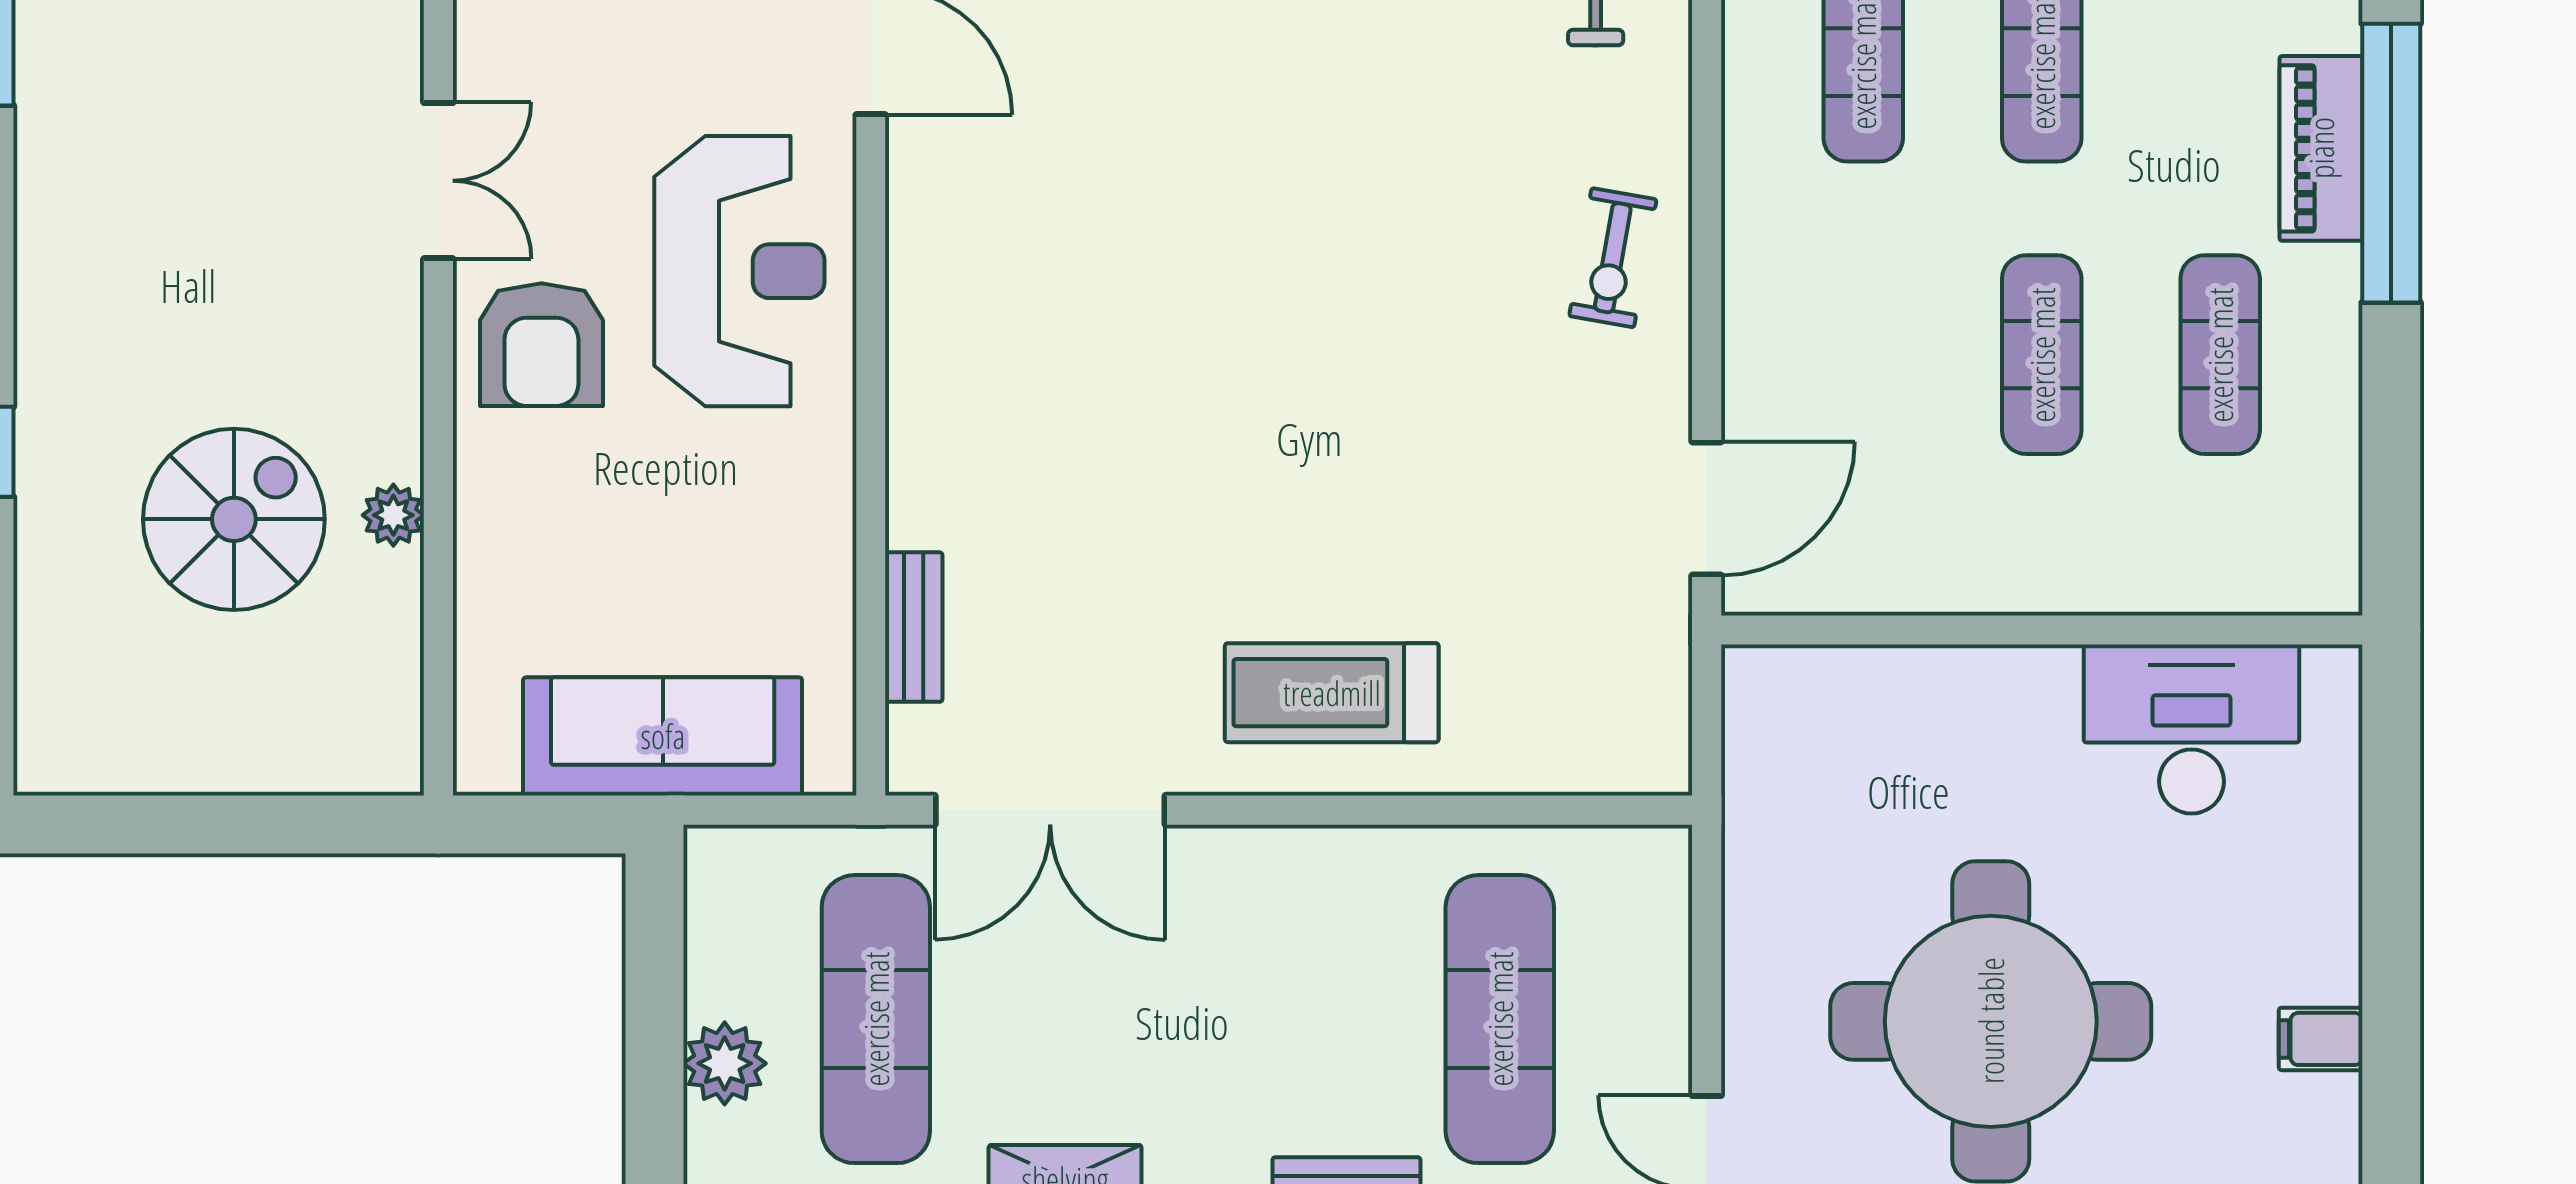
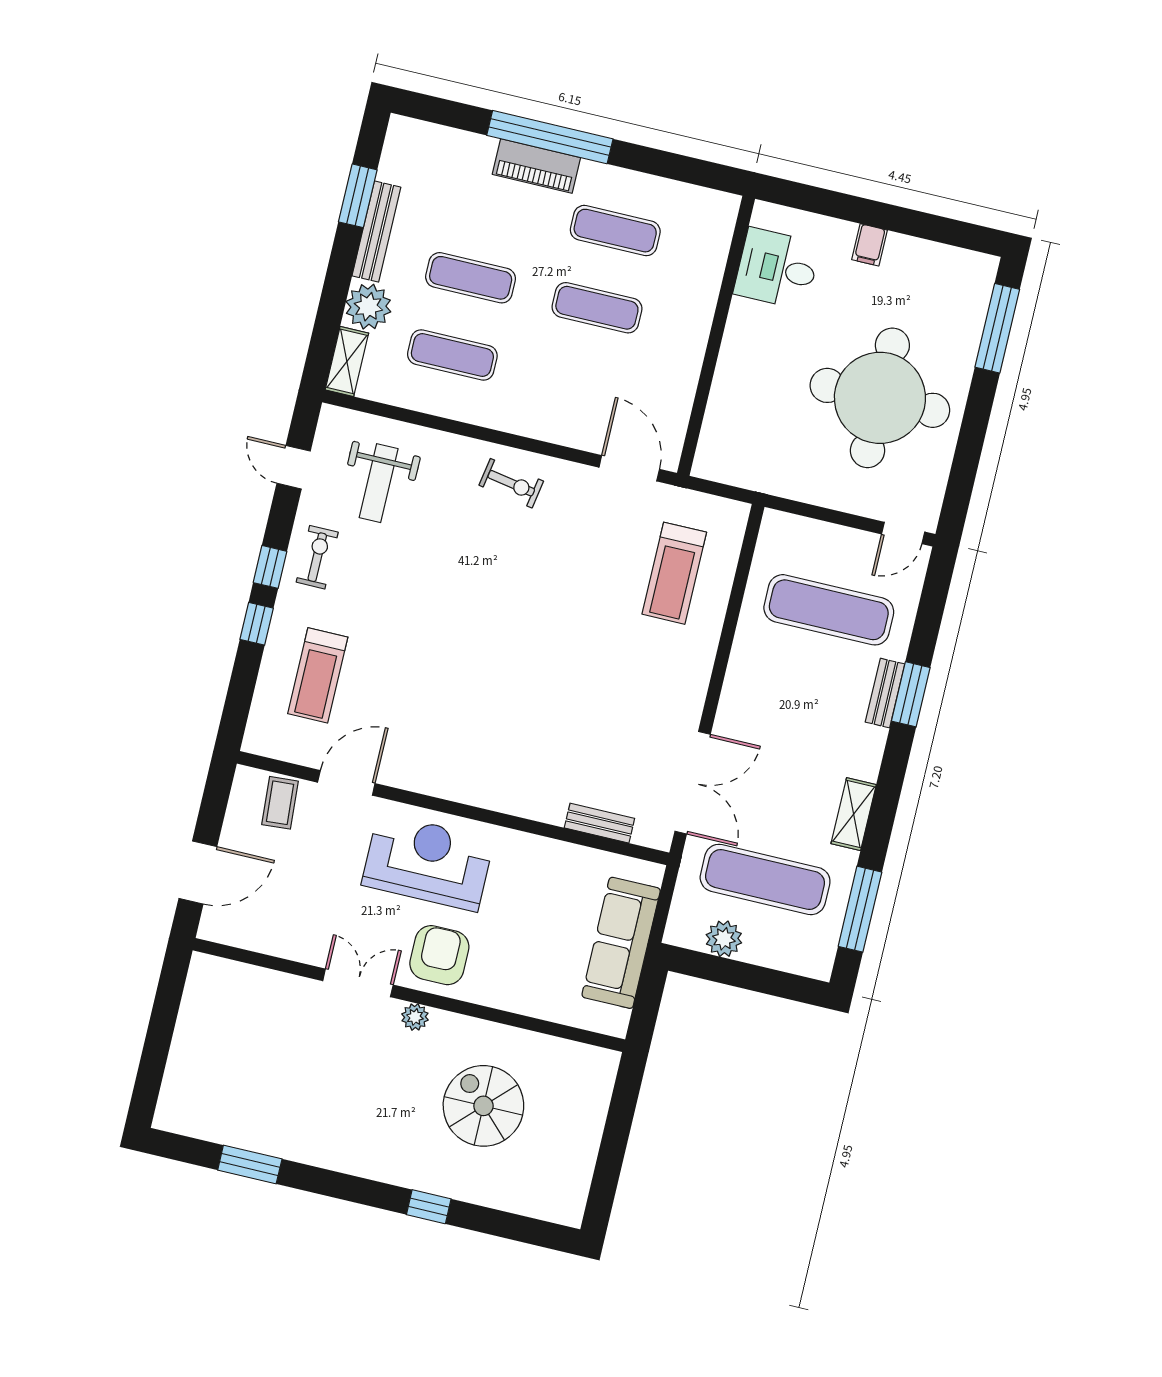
armchair: (541, 345) -> (439, 955), turned -90
plant: (393, 515) -> (415, 1017), moved
treadmill: (1332, 693) -> (674, 573), moved
desk: (2191, 729) -> (777, 269), width x0.73
filing cabinet: (2321, 1039) -> (869, 245), moved
plant: (725, 1063) -> (724, 939), moved

